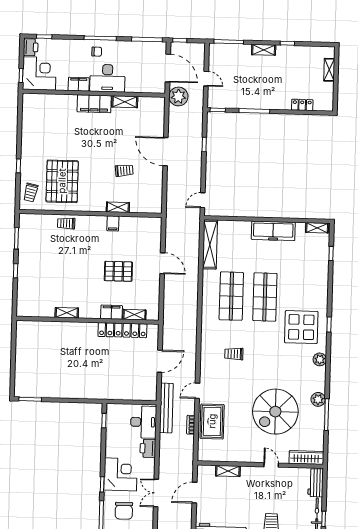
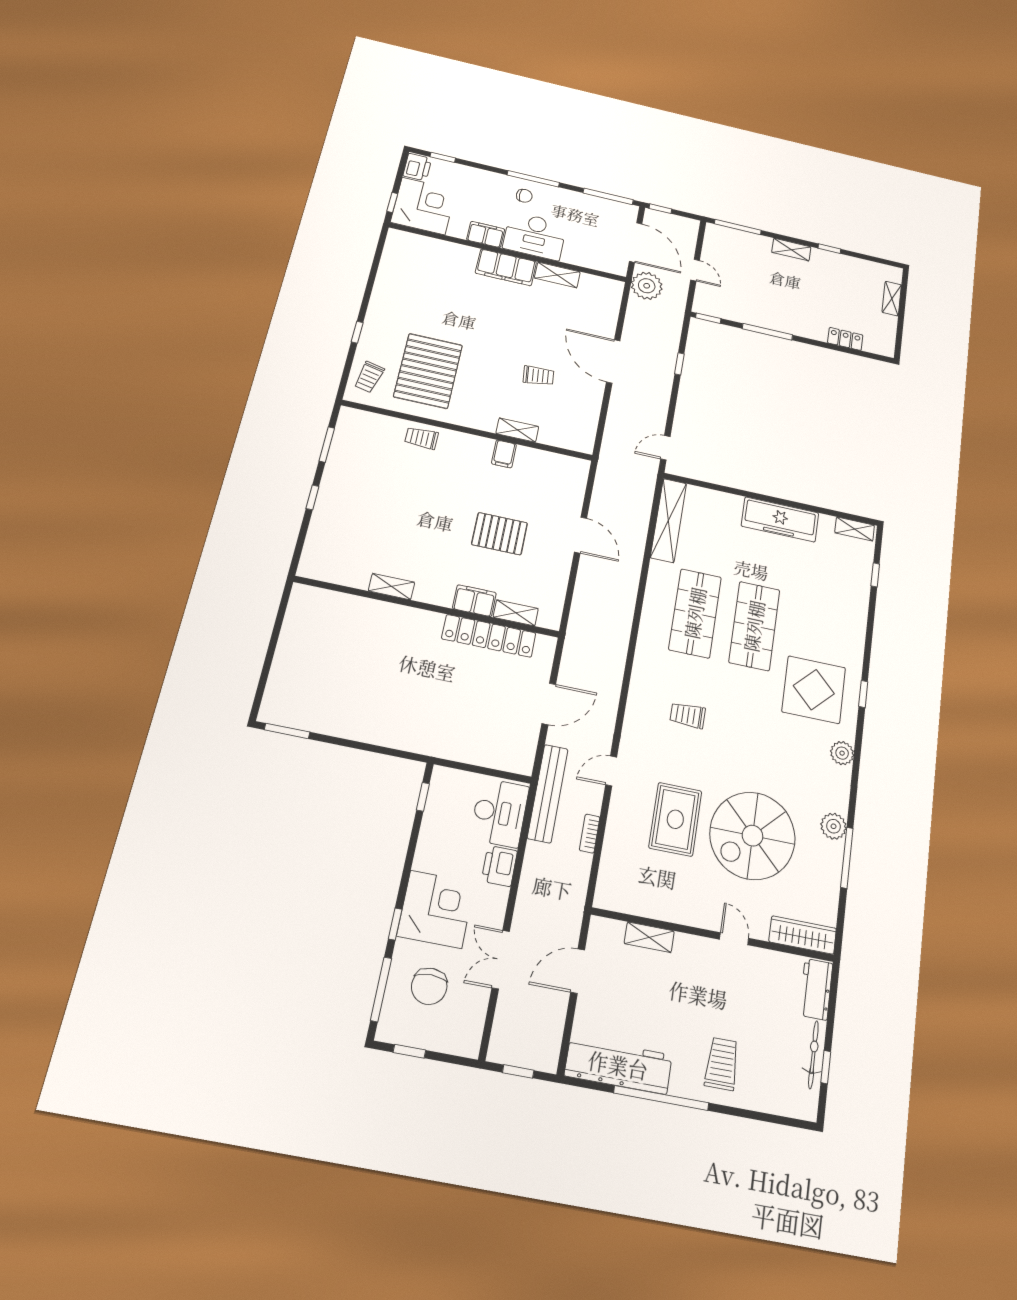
rug: (212, 421) -> (675, 819), moved

